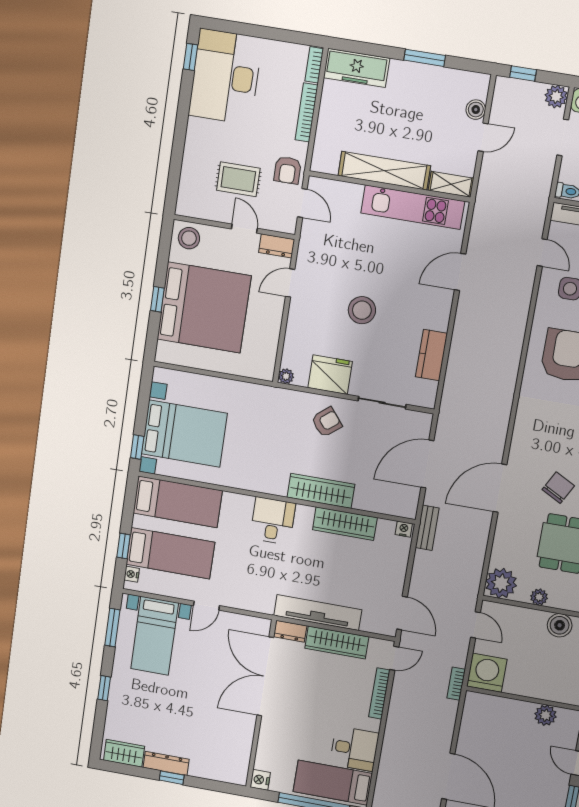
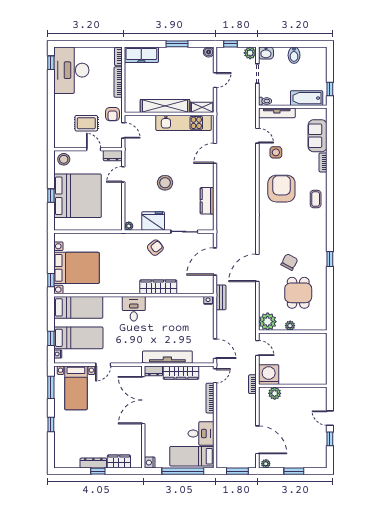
boiler: (476, 110) -> (209, 52), moved
wardrobe: (345, 524) -> (175, 303), removed
boiler: (560, 625) -> (304, 340), removed
plant: (546, 715) -> (275, 393), moved
wardrobe: (124, 753) -> (119, 462), moved

